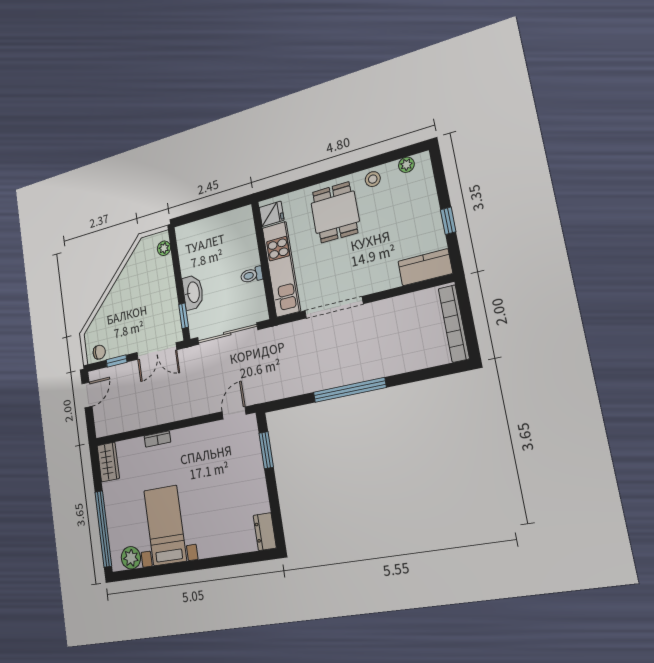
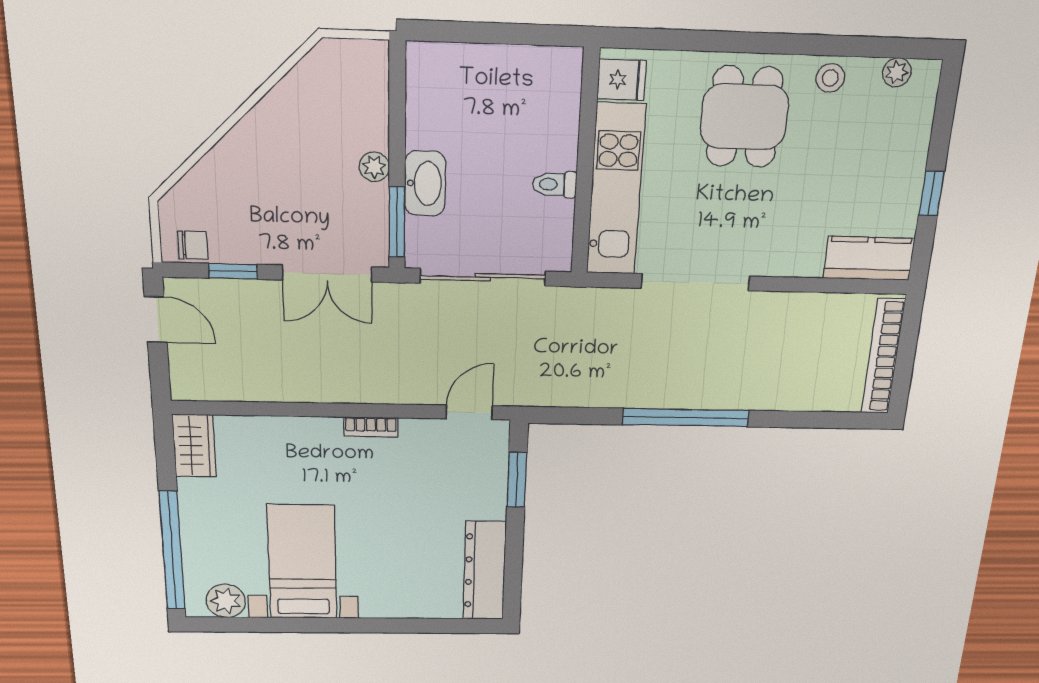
plant: (164, 248) -> (374, 167), moved
window: (184, 316) -> (397, 222), width x1.50
door: (87, 395) -> (156, 320), hinge flipped
bookcase: (157, 439) -> (371, 427), moved
dresser: (265, 532) -> (485, 571), width x1.96, depth x1.24

